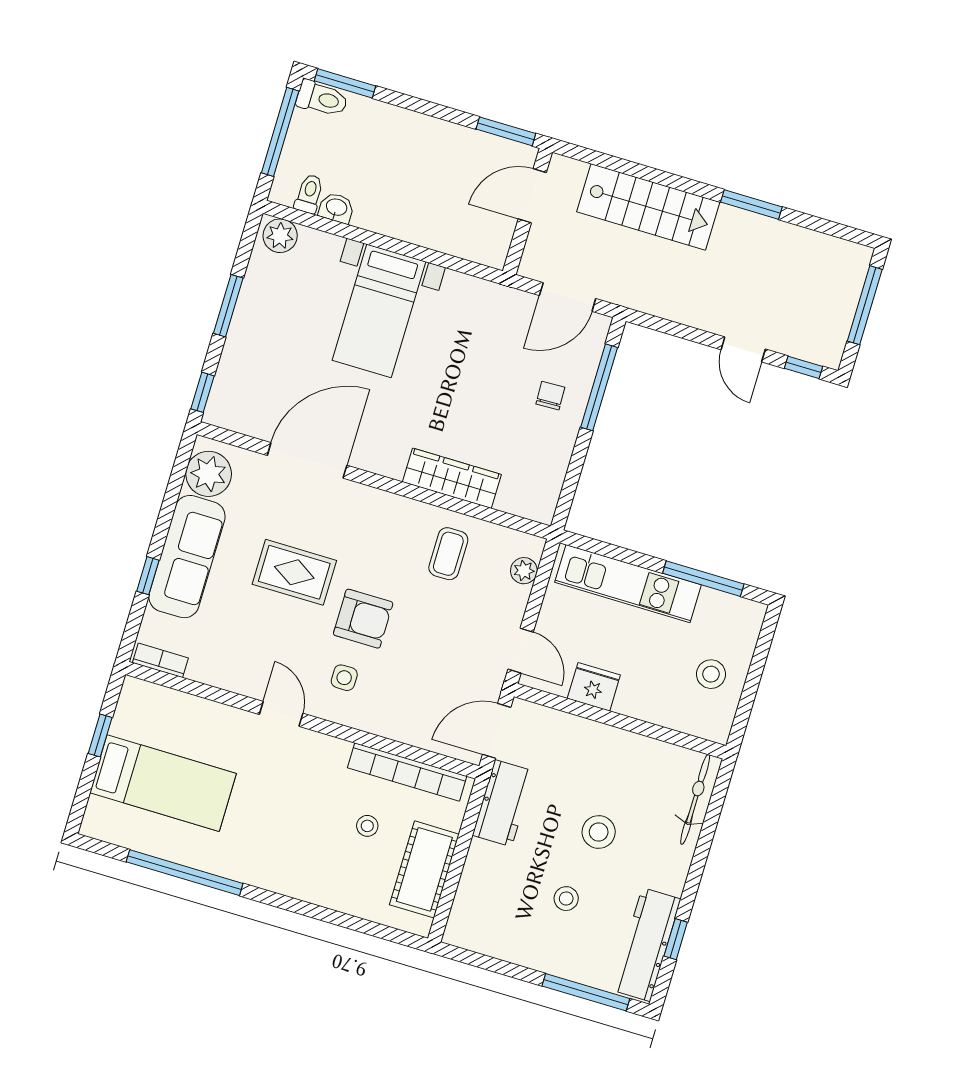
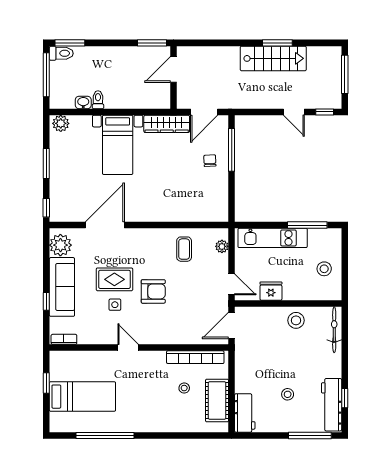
toilet: (309, 194) -> (98, 100), moved
stairs: (648, 207) -> (273, 58), moved
wardrobe: (452, 478) -> (167, 124), moved, turned 180
side table: (344, 678) -> (115, 305), moved
workbench: (503, 803) -> (245, 413), moved
stool: (599, 832) -> (296, 320), moved

